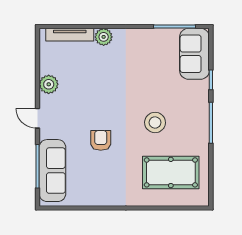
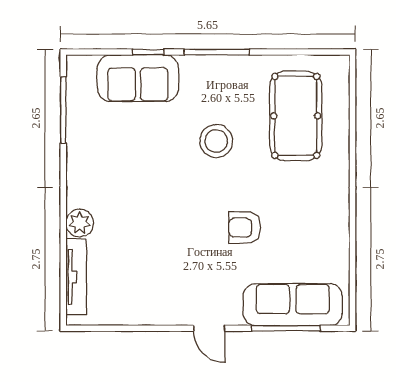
sofa: (194, 54) -> (138, 78), moved
plant: (49, 84) -> (155, 310), removed
door: (38, 118) -> (209, 328), hinge flipped

